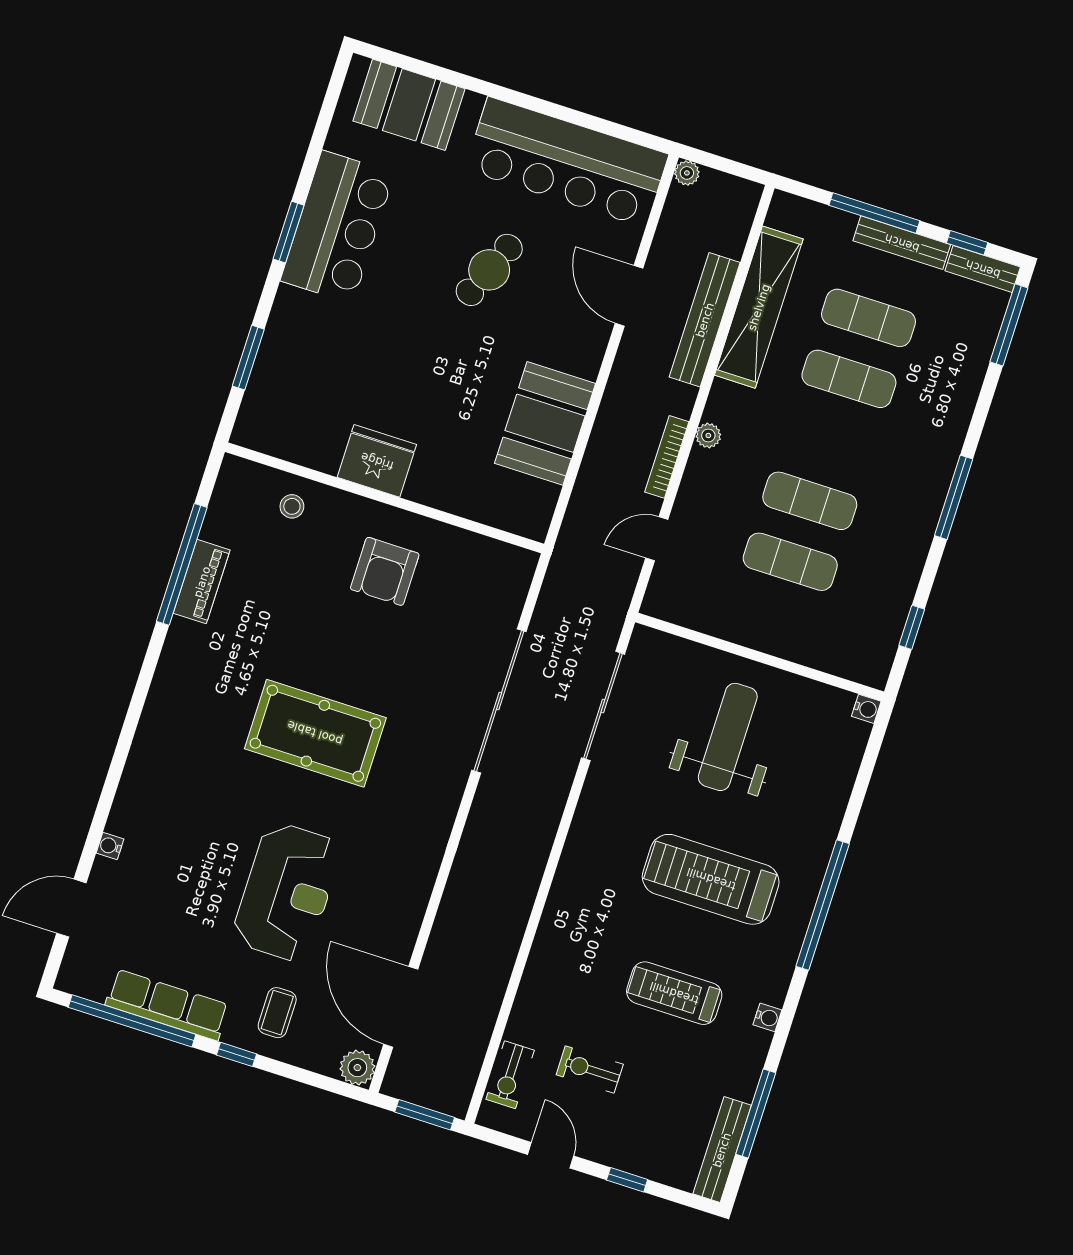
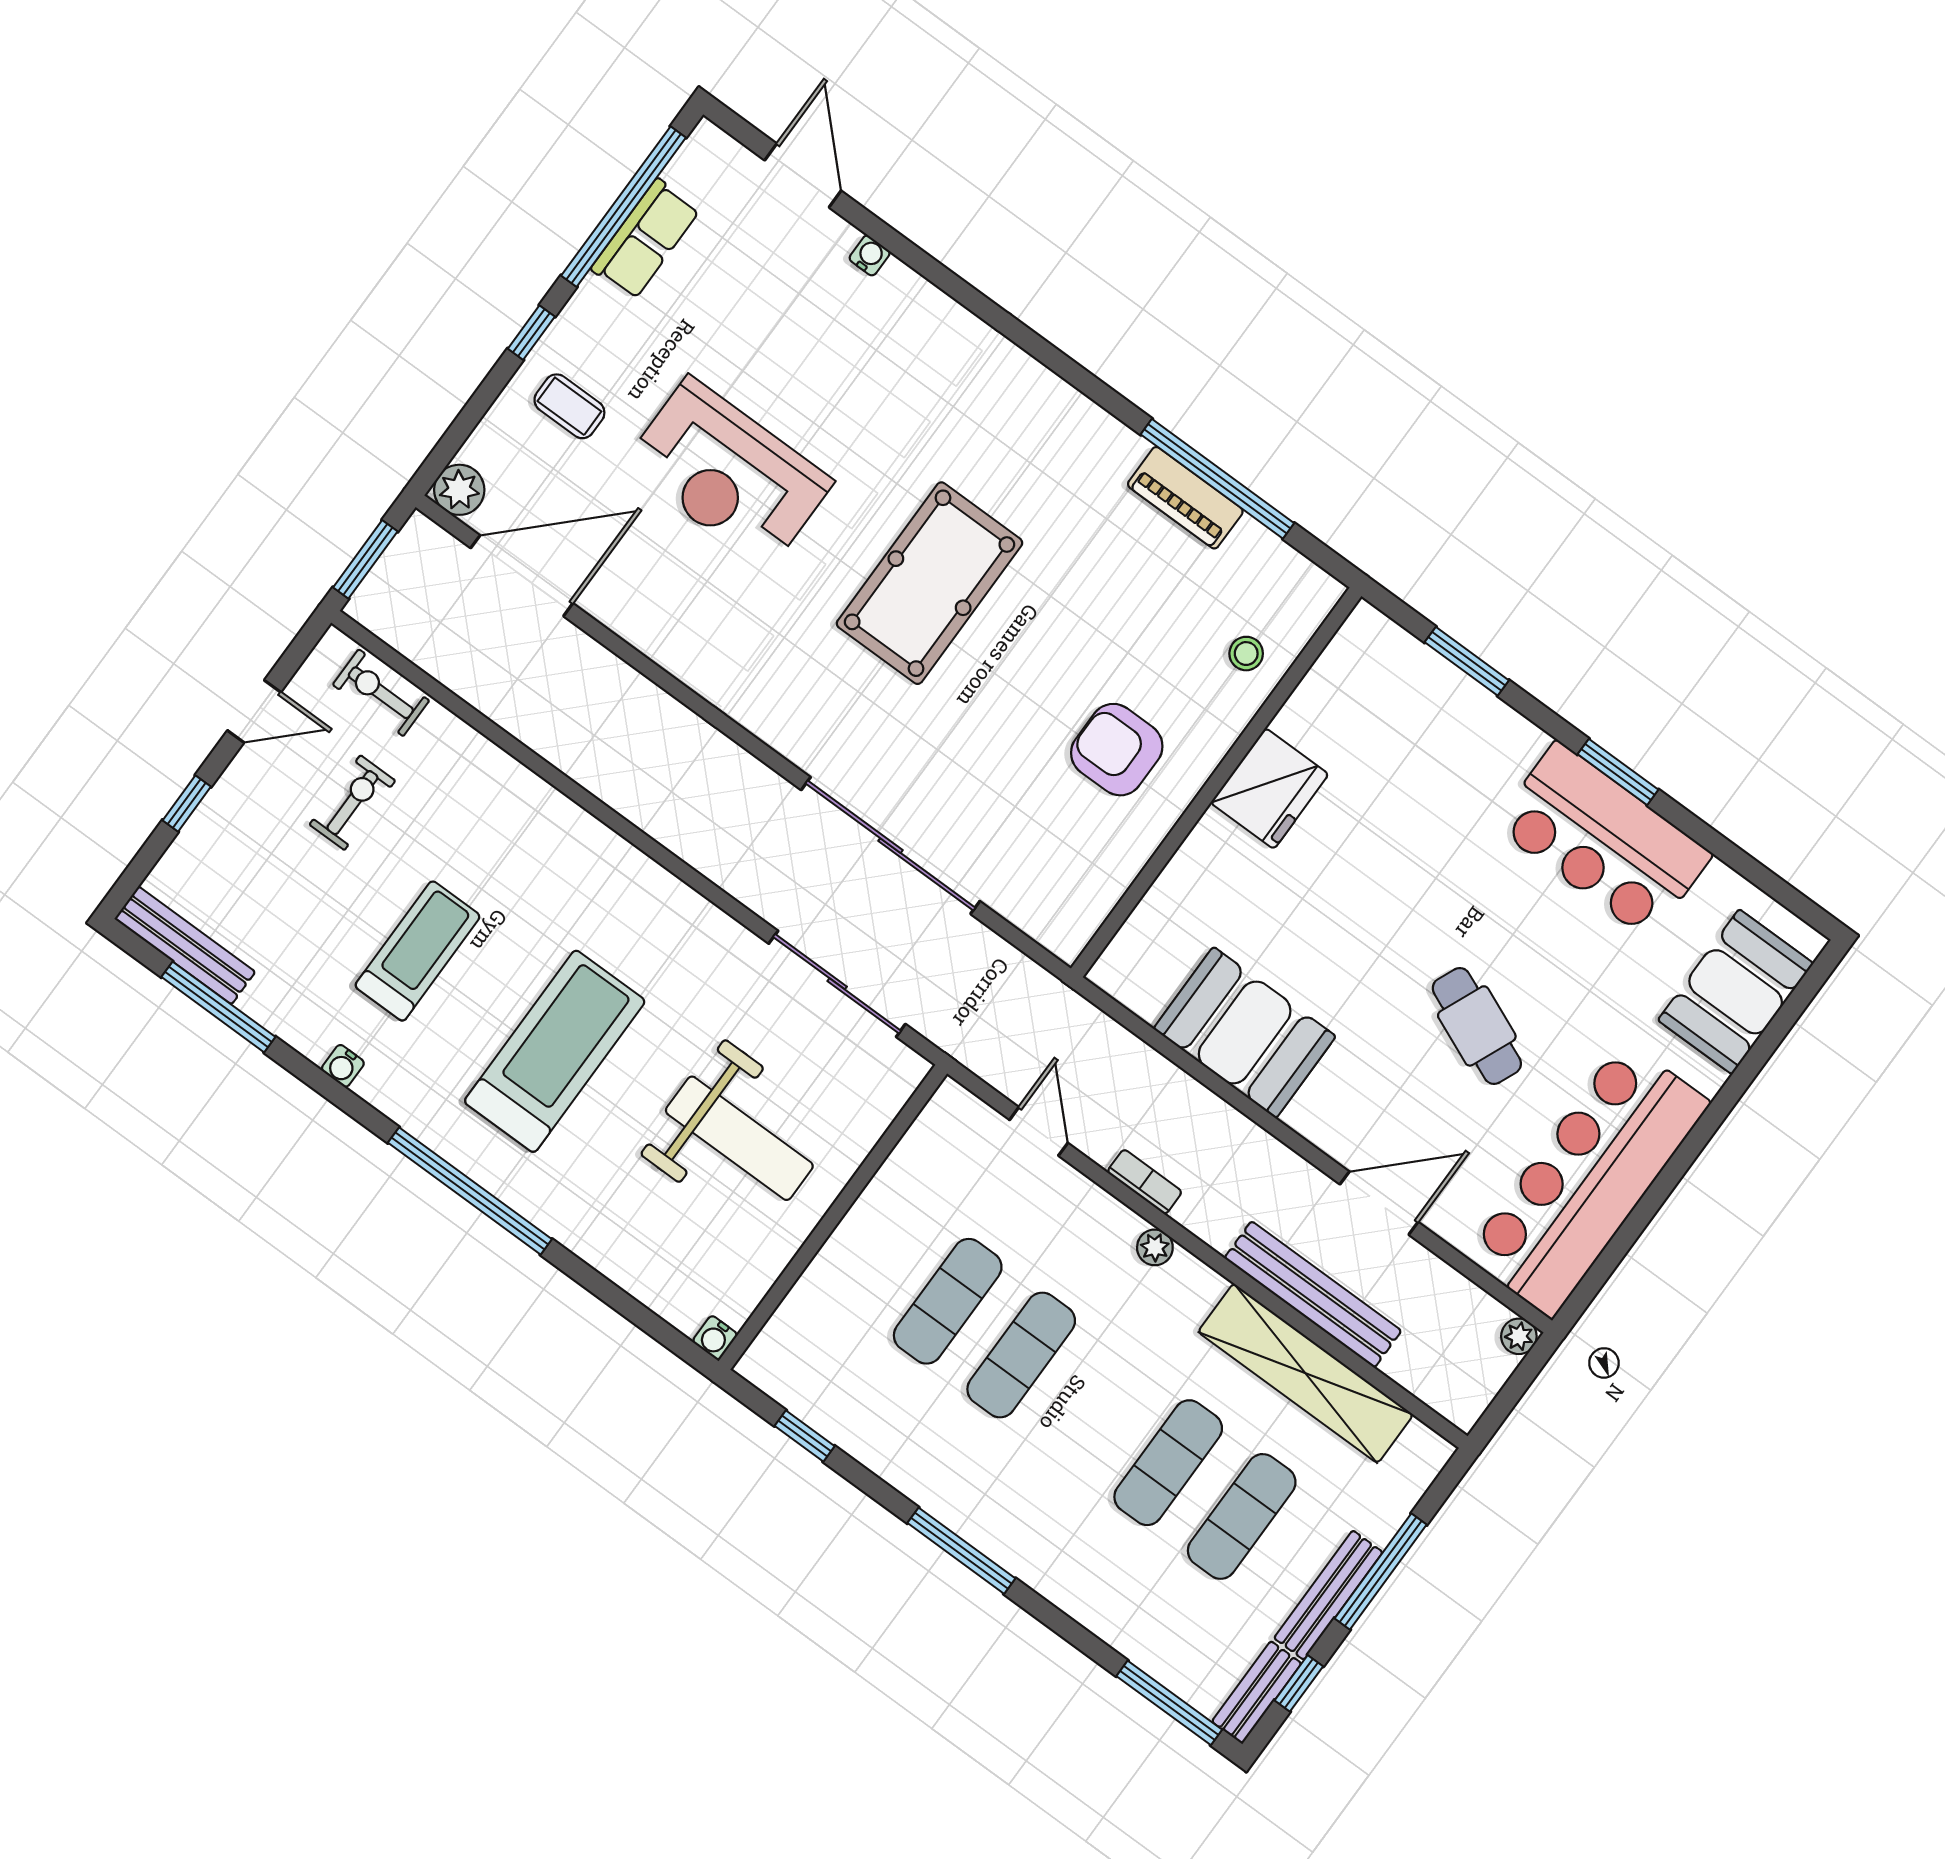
bookcase: (667, 457) -> (1145, 1182), width x0.64
row of seats: (167, 1005) -> (645, 239), width x0.68

